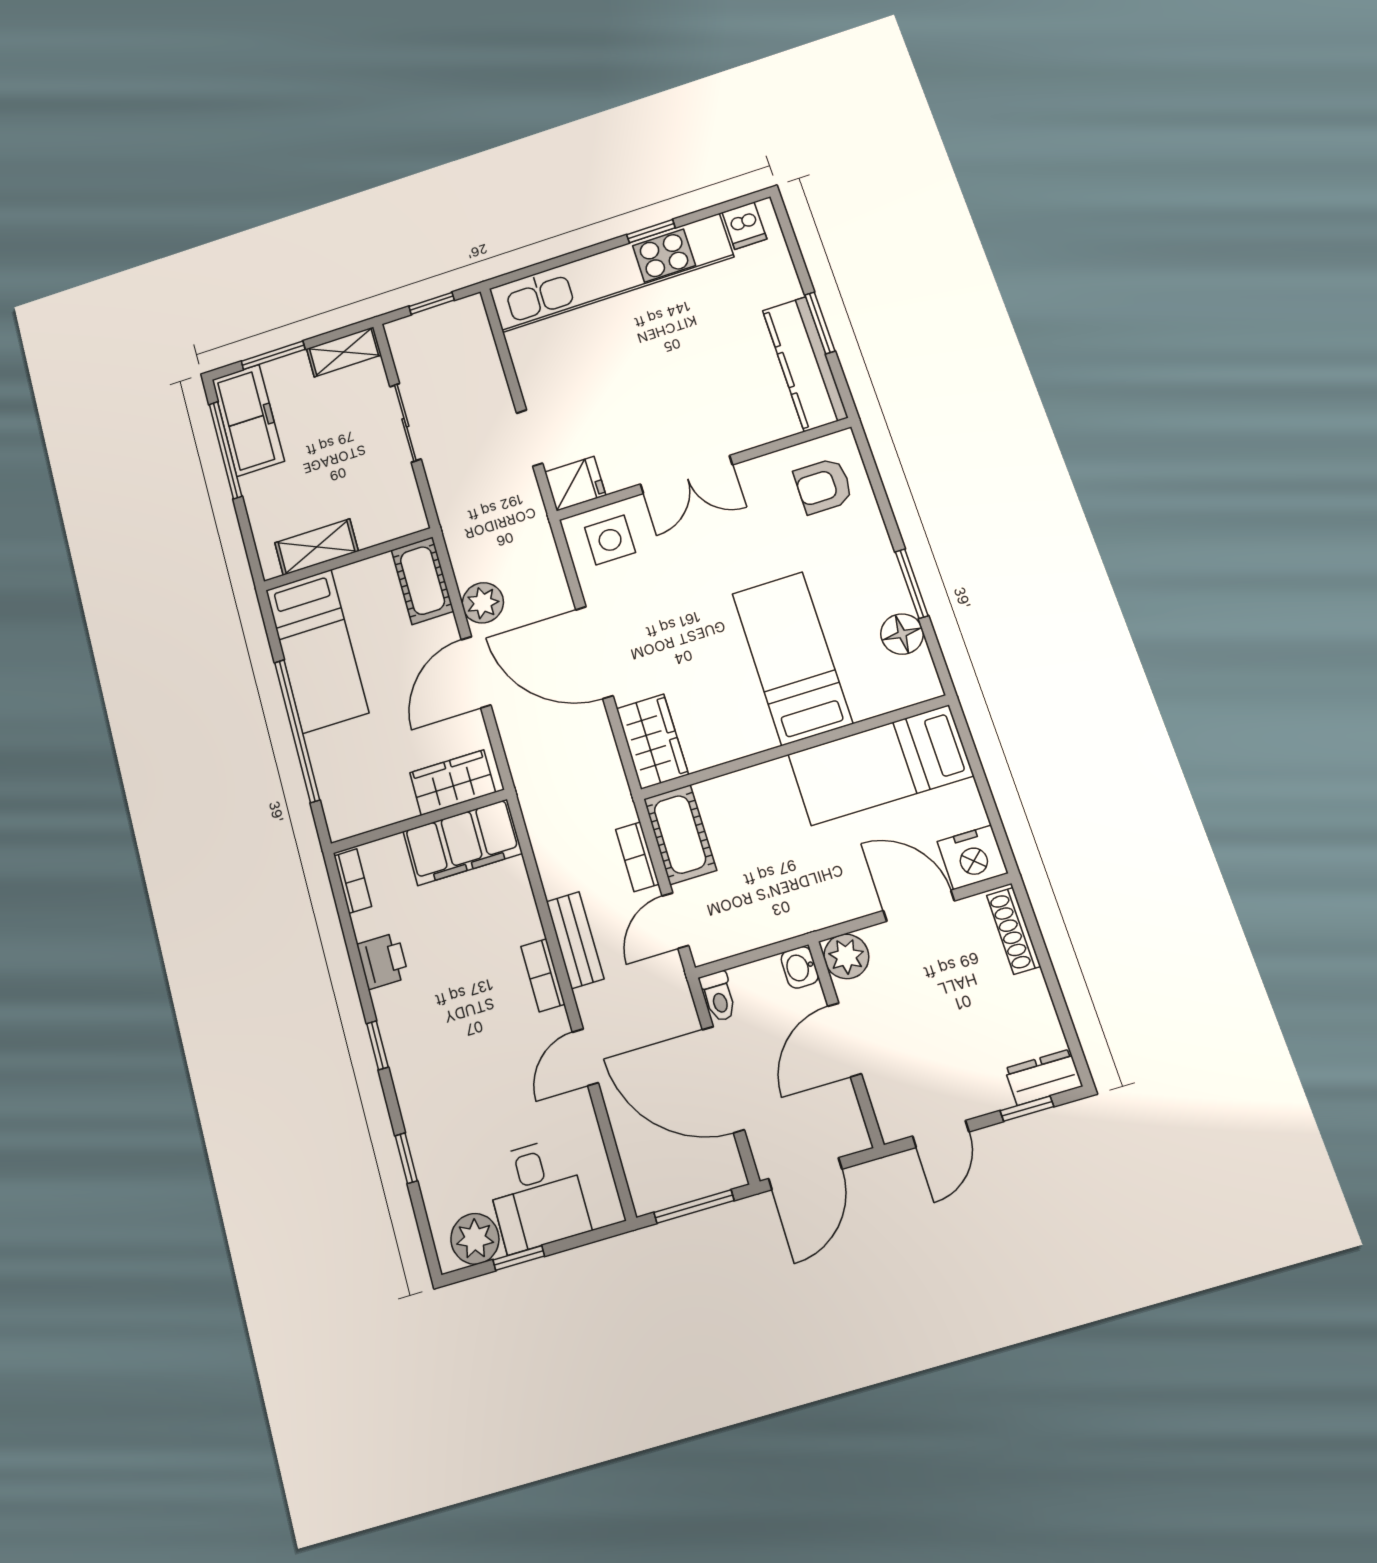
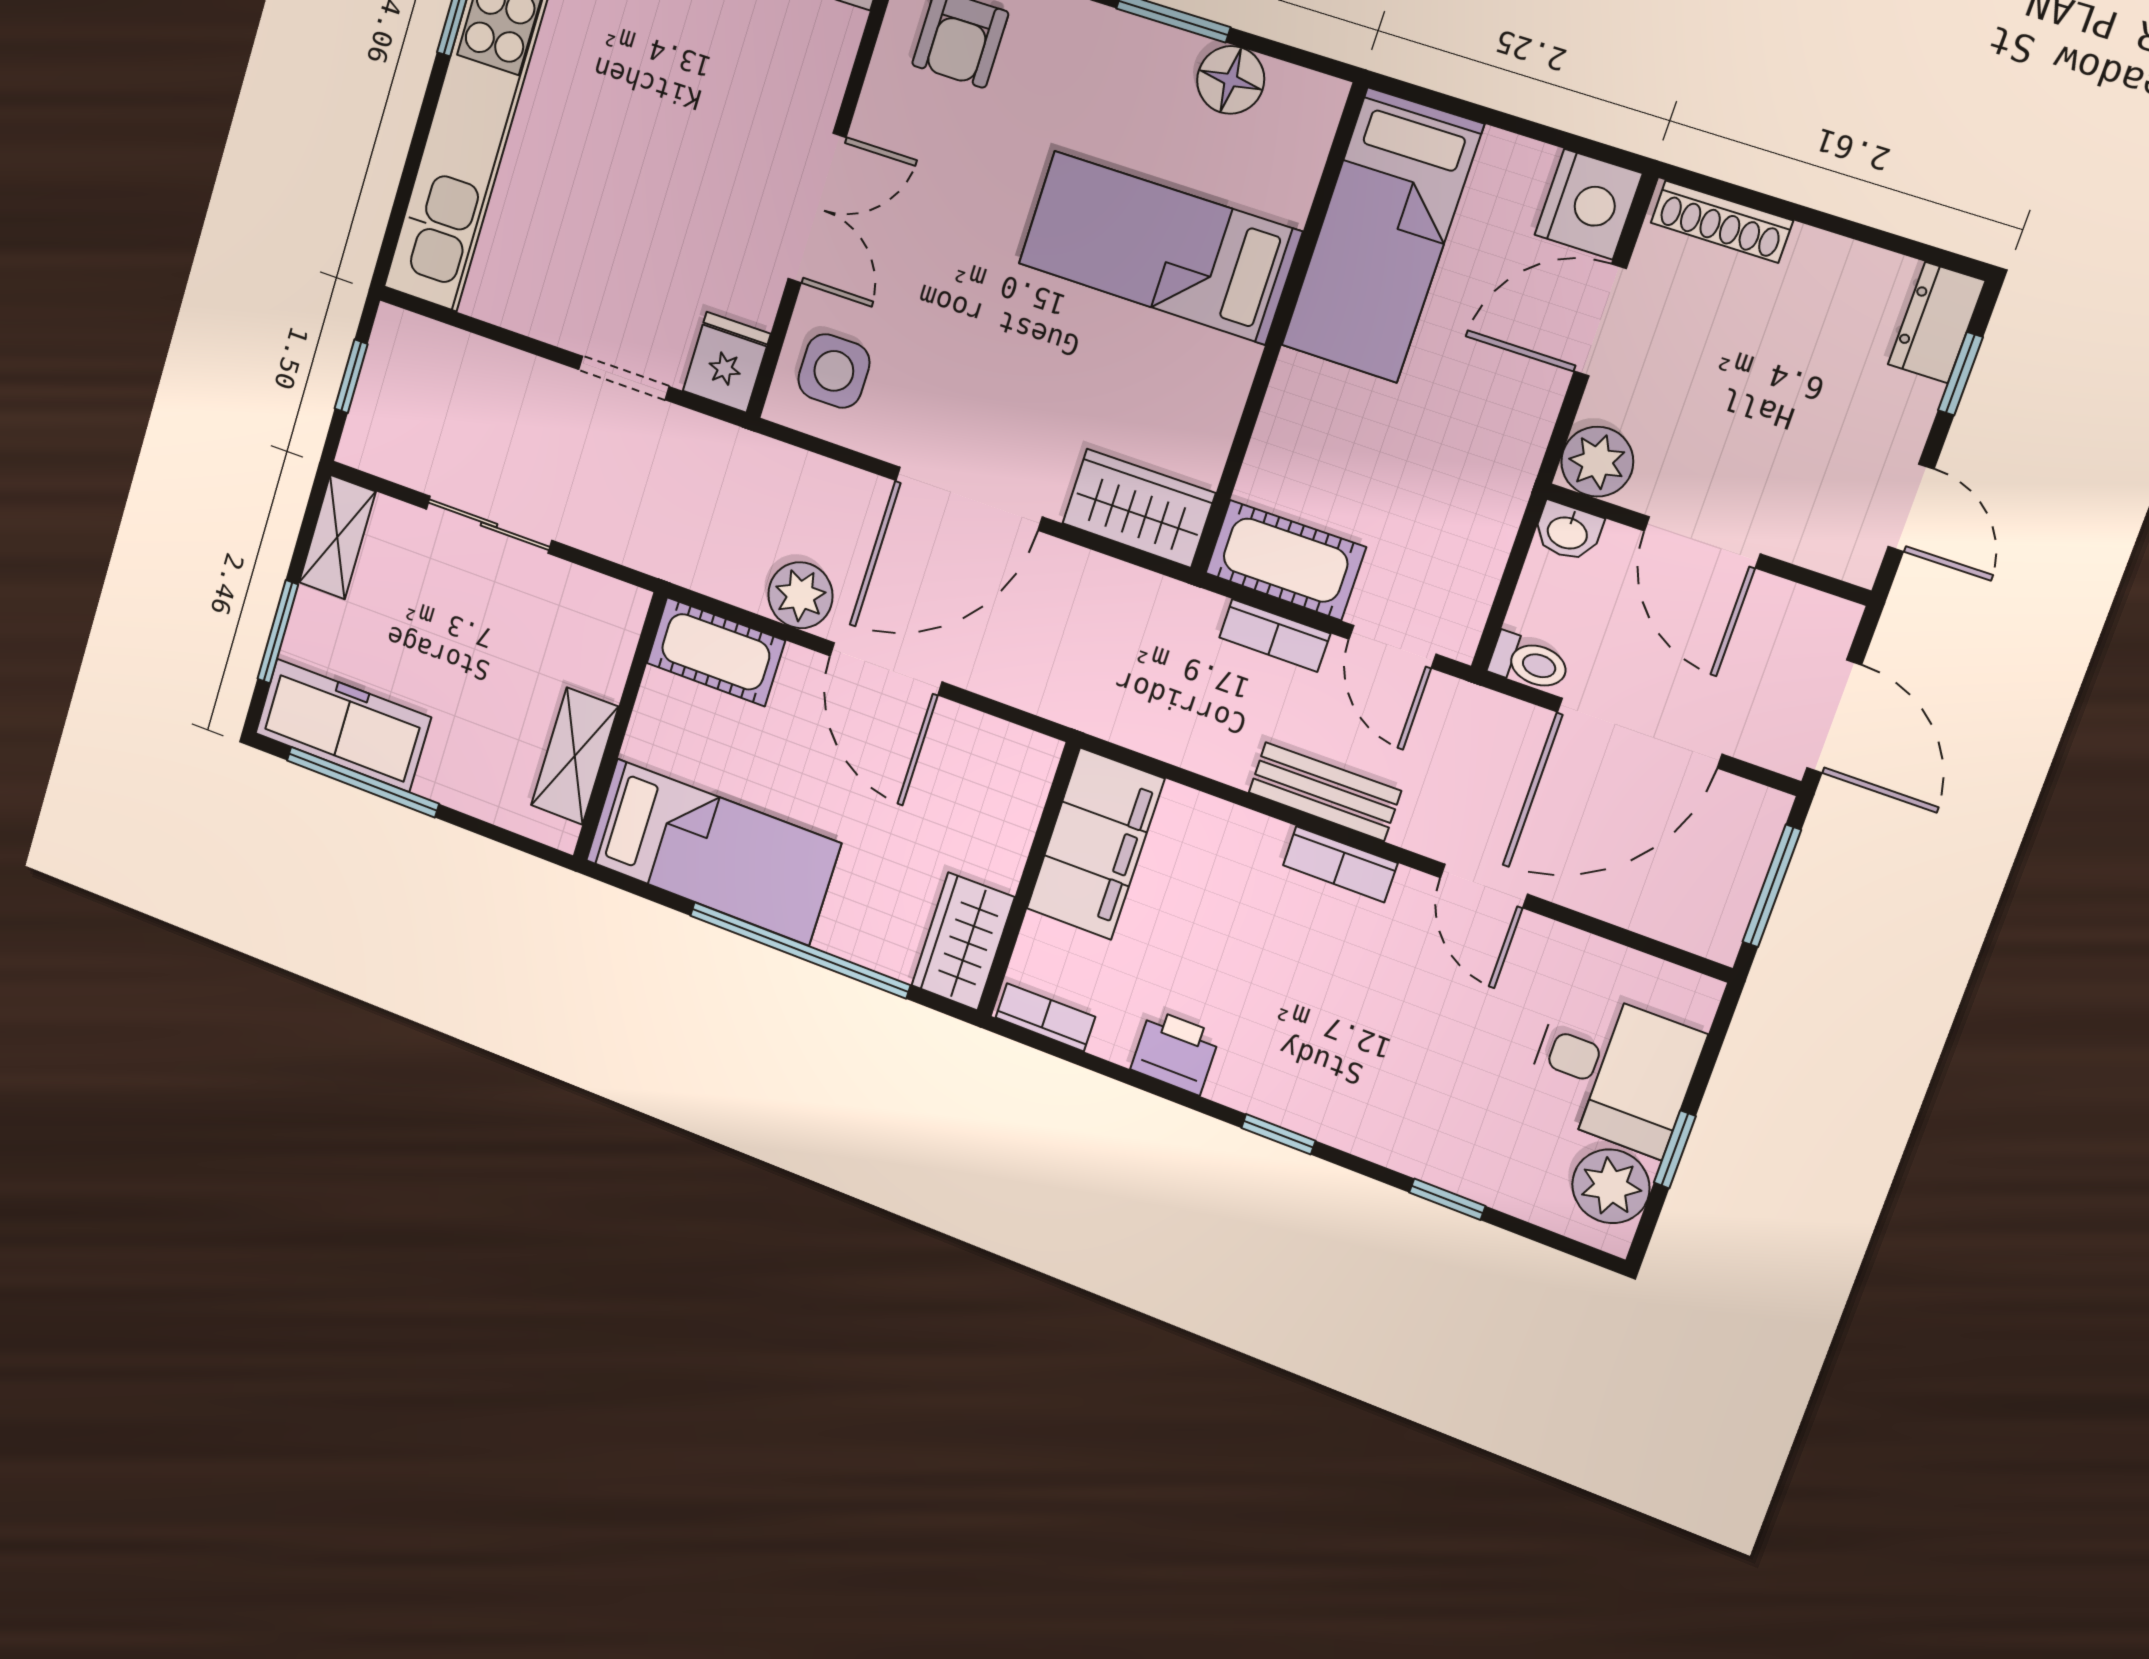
wardrobe: (453, 783) -> (963, 941), moved

